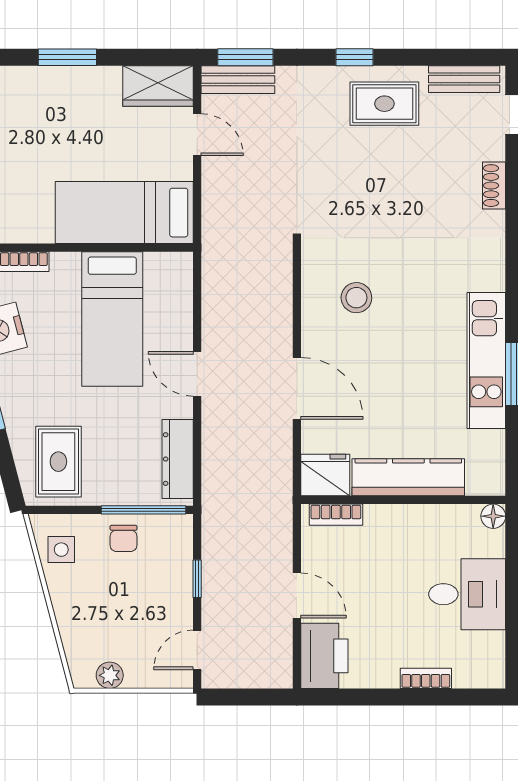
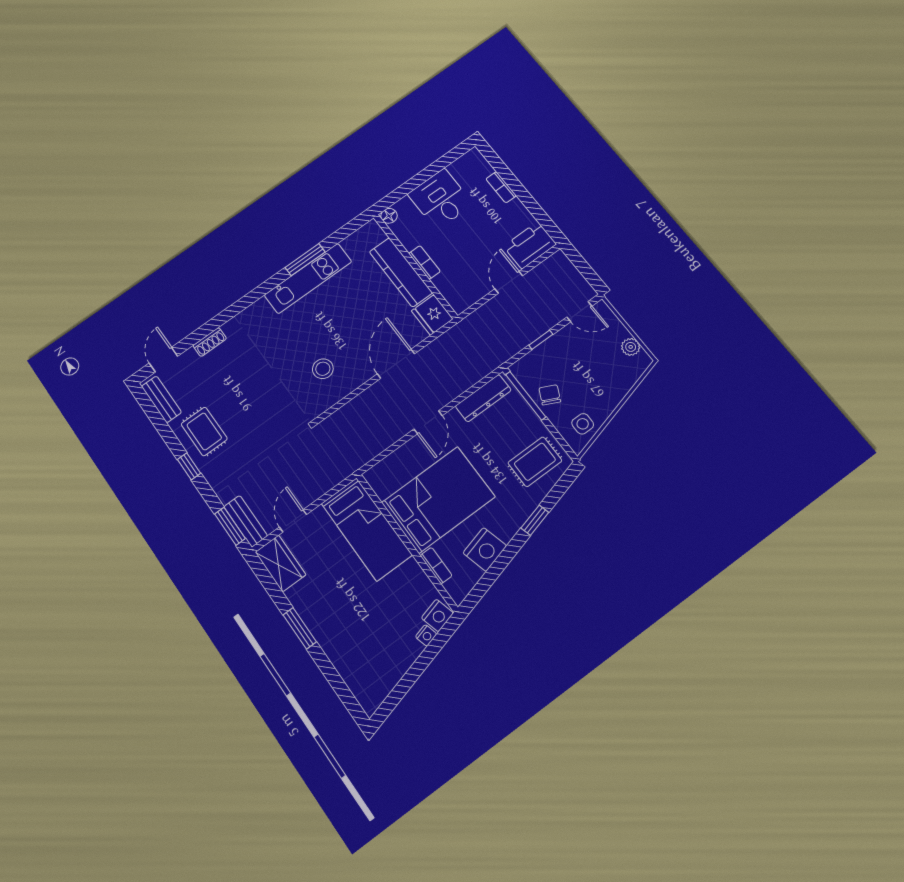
bed: (112, 319) -> (438, 500), width x1.50
bookcase: (336, 515) -> (424, 262), moved
chair: (123, 538) -> (550, 395), turned -64

